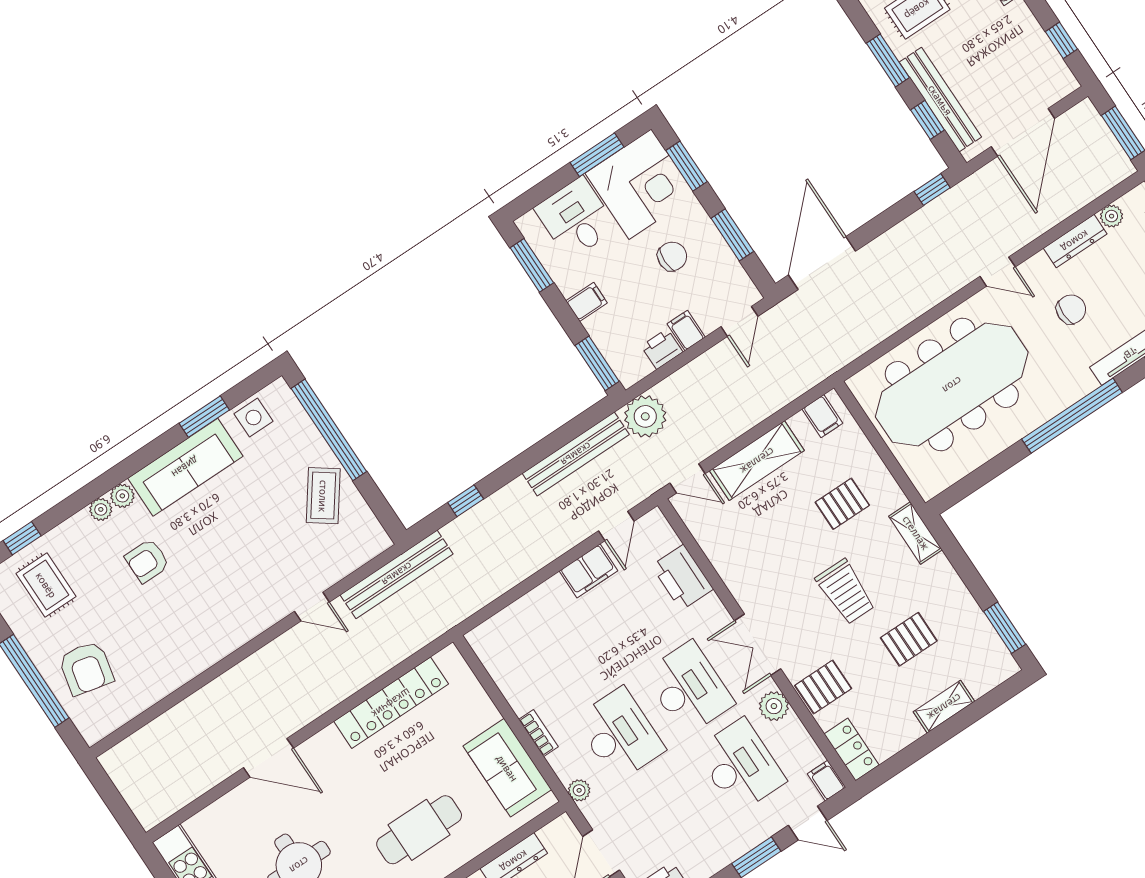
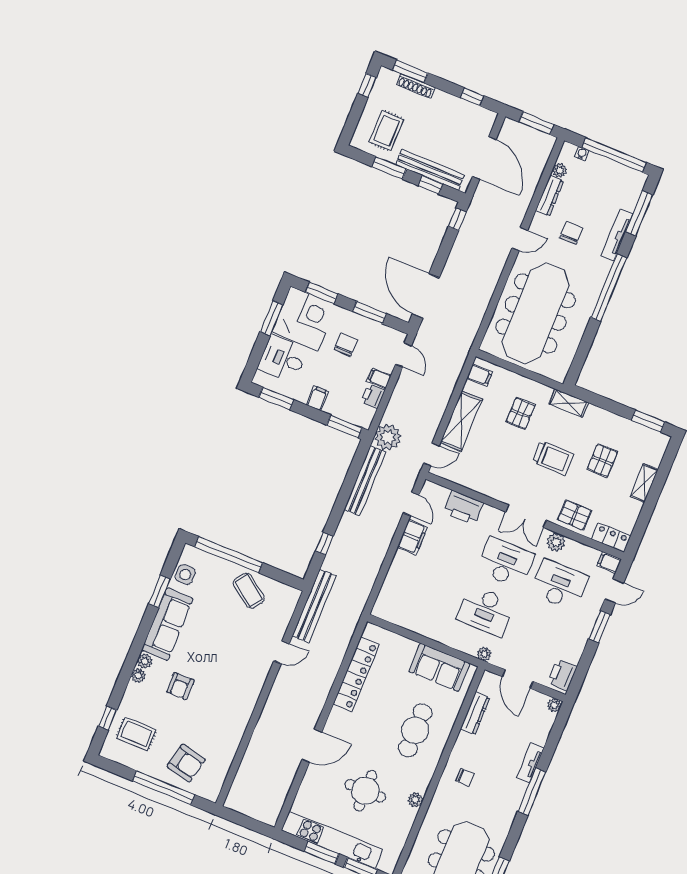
pallet: (823, 687) -> (575, 515), turned 90
bookcase: (538, 733) -> (443, 639), removed
desk: (620, 734) -> (486, 611), turned 180

